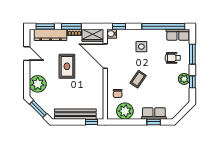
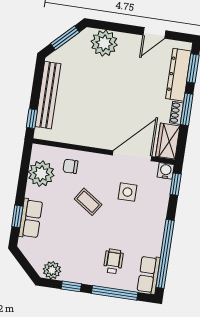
side table: (141, 47) -> (127, 192), moved
window: (192, 54) -> (115, 293), width x1.44
rug: (67, 66) -> (125, 93), removed
plant: (184, 79) -> (52, 270), moved

